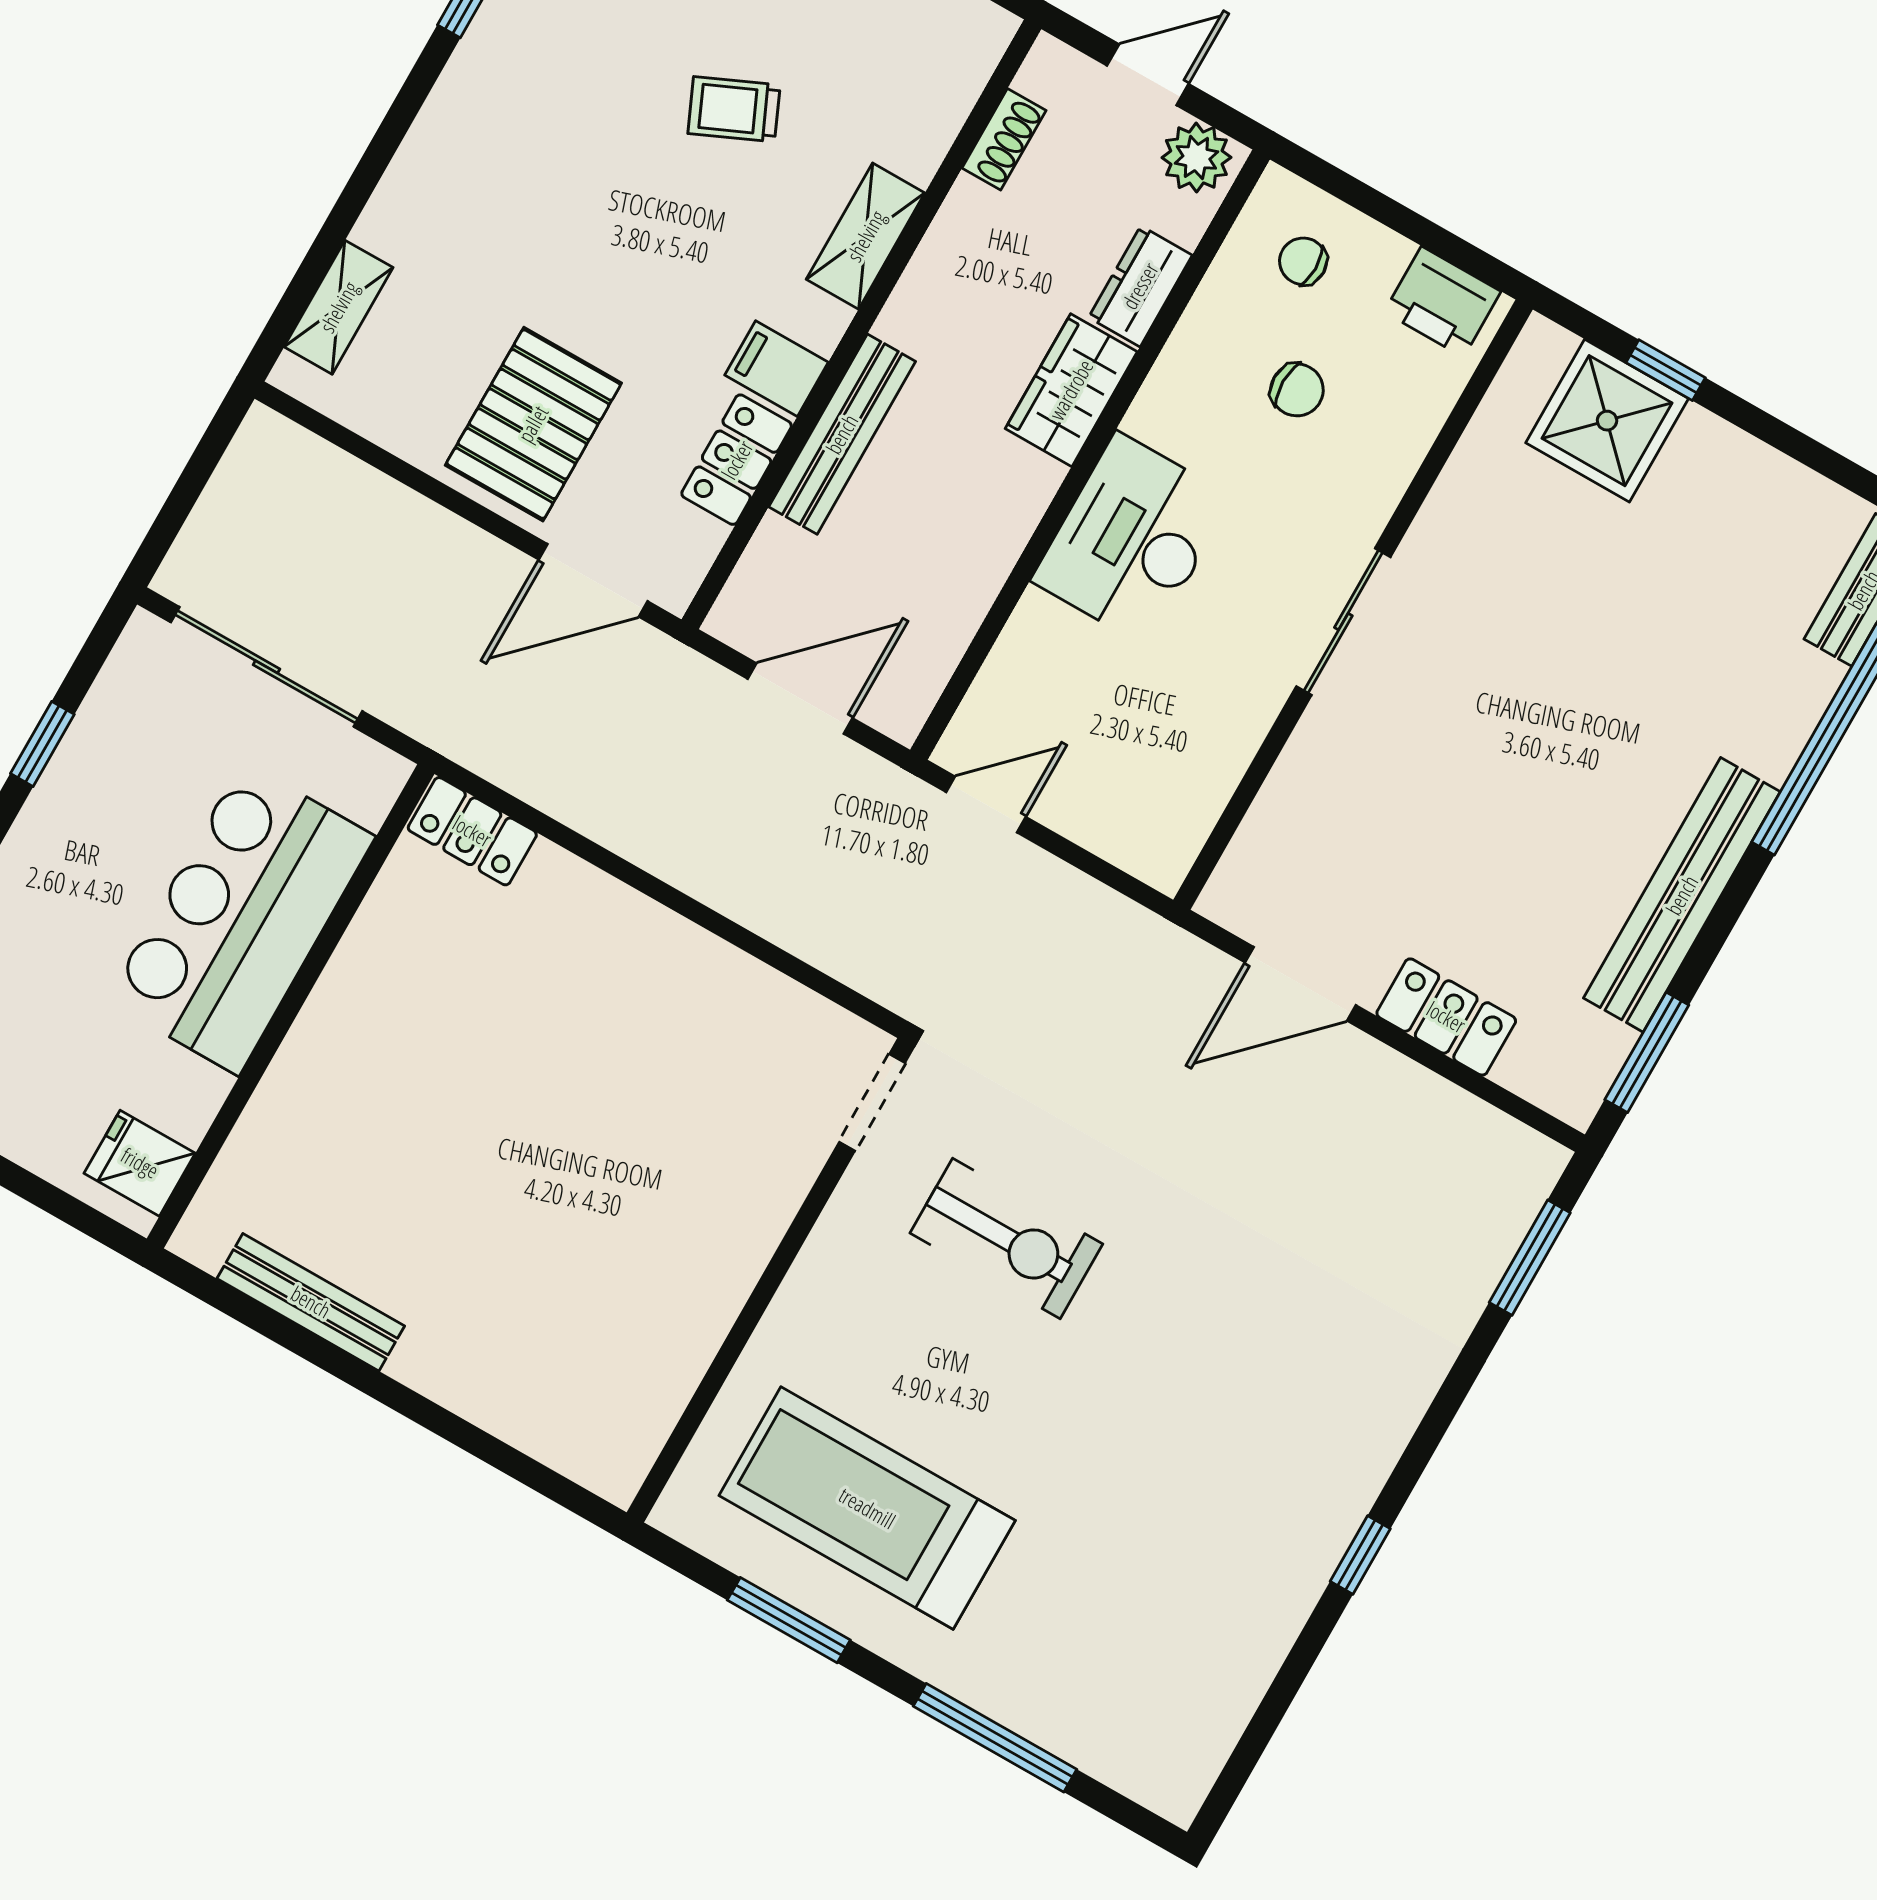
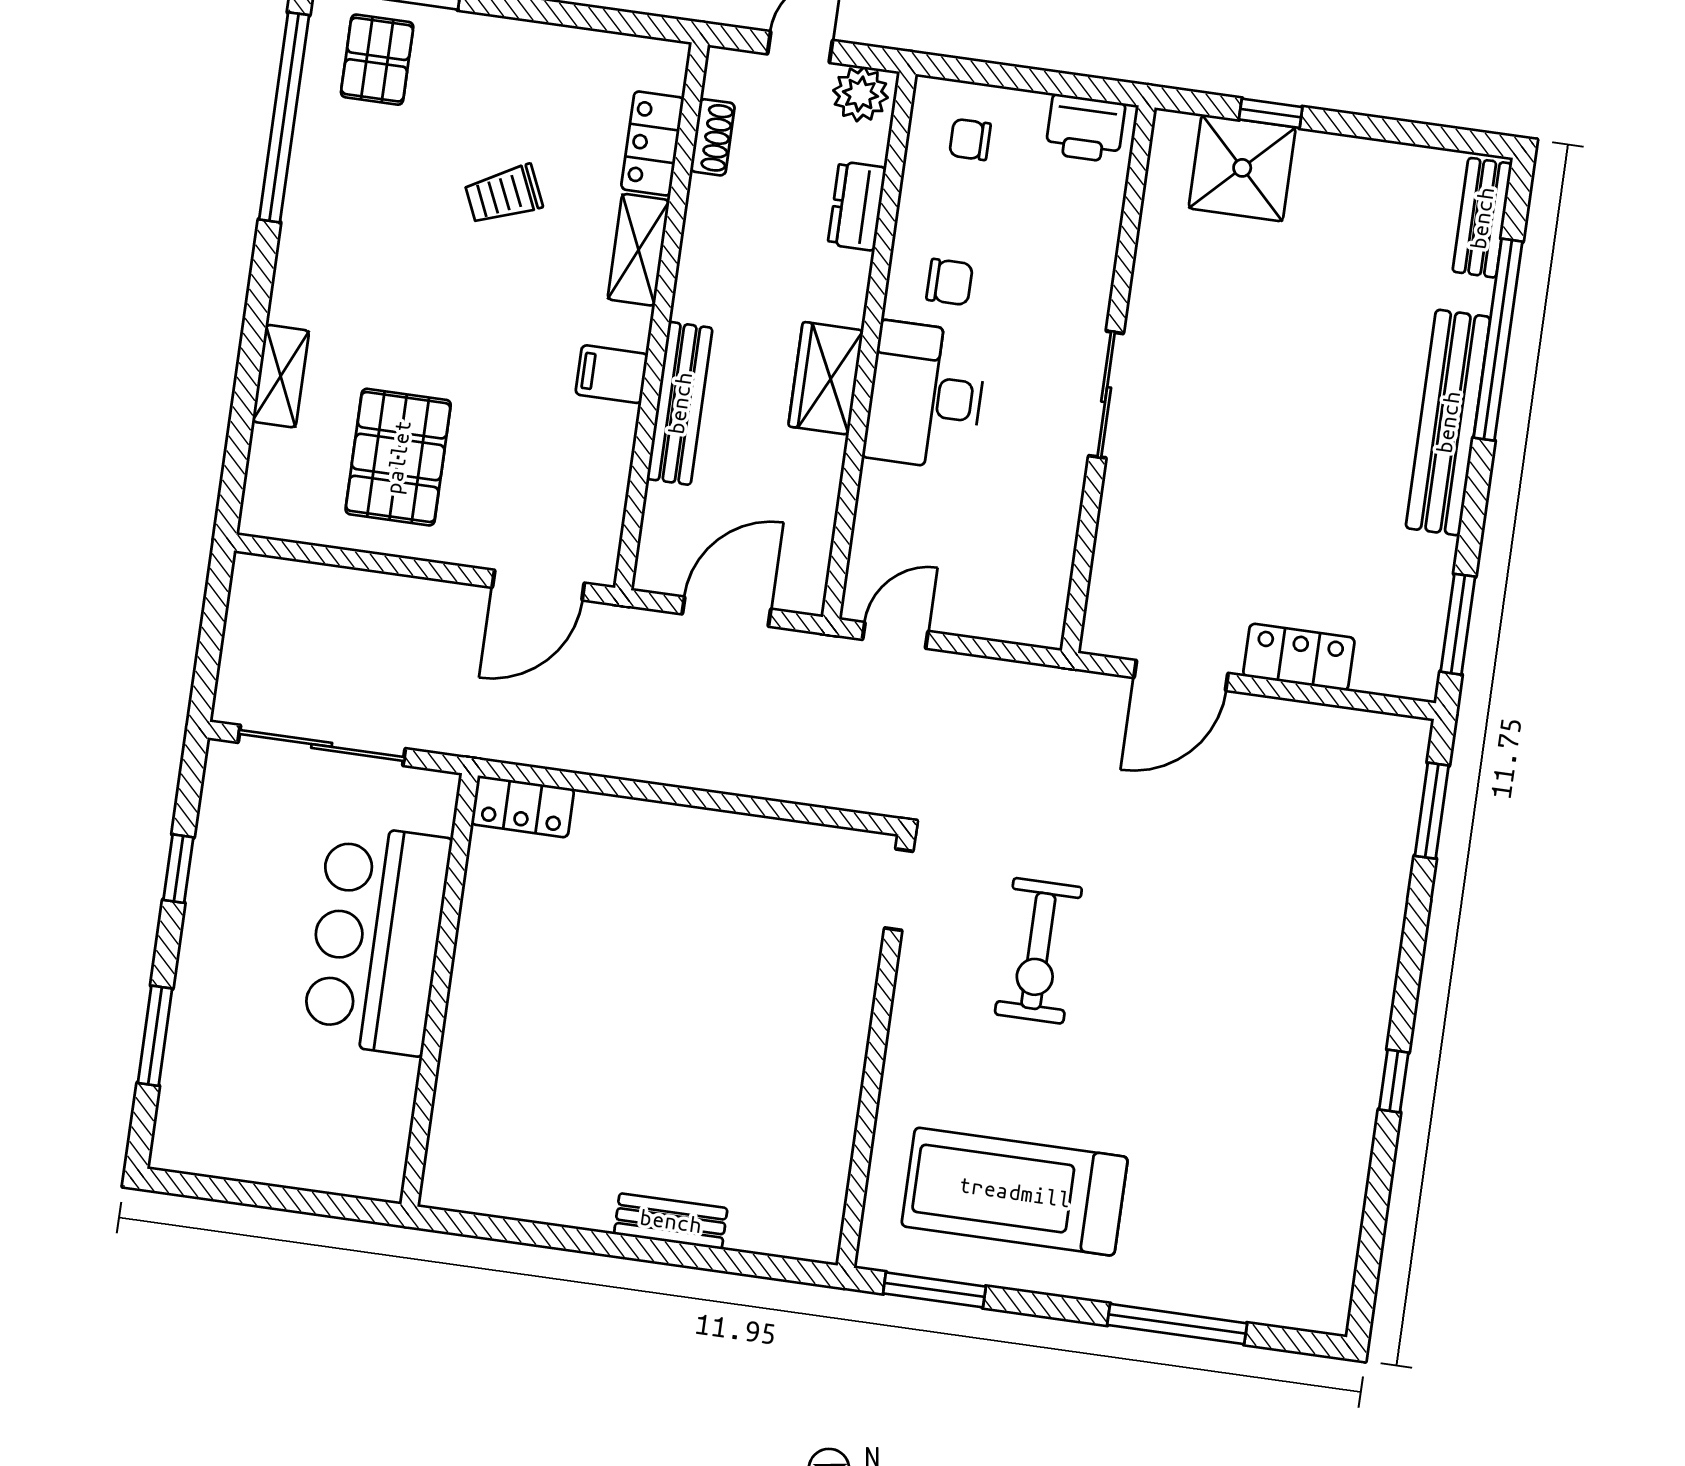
shelving: (339, 307) -> (281, 376), moved
wardrobe: (1071, 390) -> (826, 378), moved
chair: (1297, 390) -> (950, 282), moved
pallet: (533, 424) -> (398, 457), moved
locker: (737, 460) -> (652, 143), moved
bench: (1682, 895) -> (1448, 422), moved
fridge: (140, 1163) -> (374, 1151), removed
exercise bike: (1006, 1239) -> (1038, 951), turned 90
bench: (311, 1302) -> (671, 1221), moved, width x0.73
window: (789, 1620) -> (934, 1290), moved

